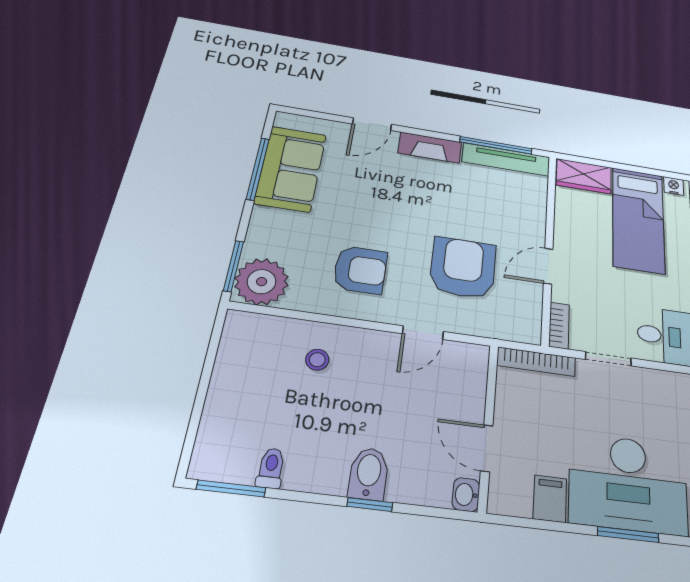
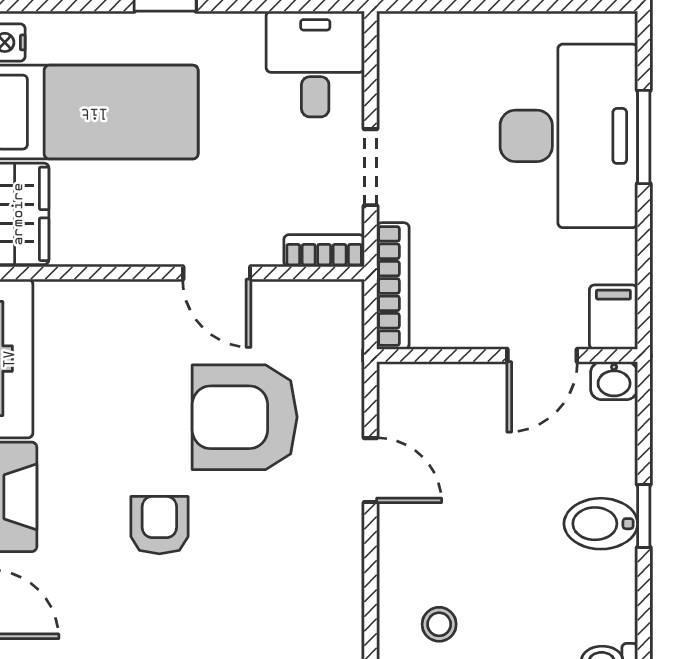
armchair: (360, 270) -> (159, 525), moved, width x0.72, depth x0.72
filing cabinet: (550, 499) -> (613, 317), moved, turned 90

